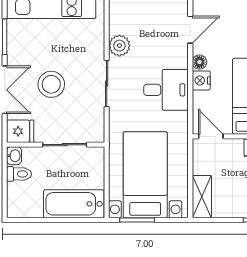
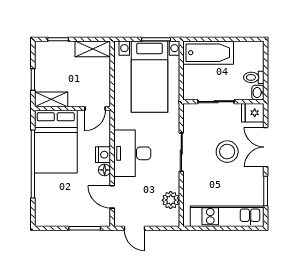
door: (190, 30) -> (112, 197), hinge flipped
plant: (119, 46) -> (171, 200), moved
desk: (166, 90) -> (132, 153), width x1.37
door: (211, 136) -> (95, 108), hinge flipped
shelving: (202, 197) -> (93, 49), moved, turned 90

